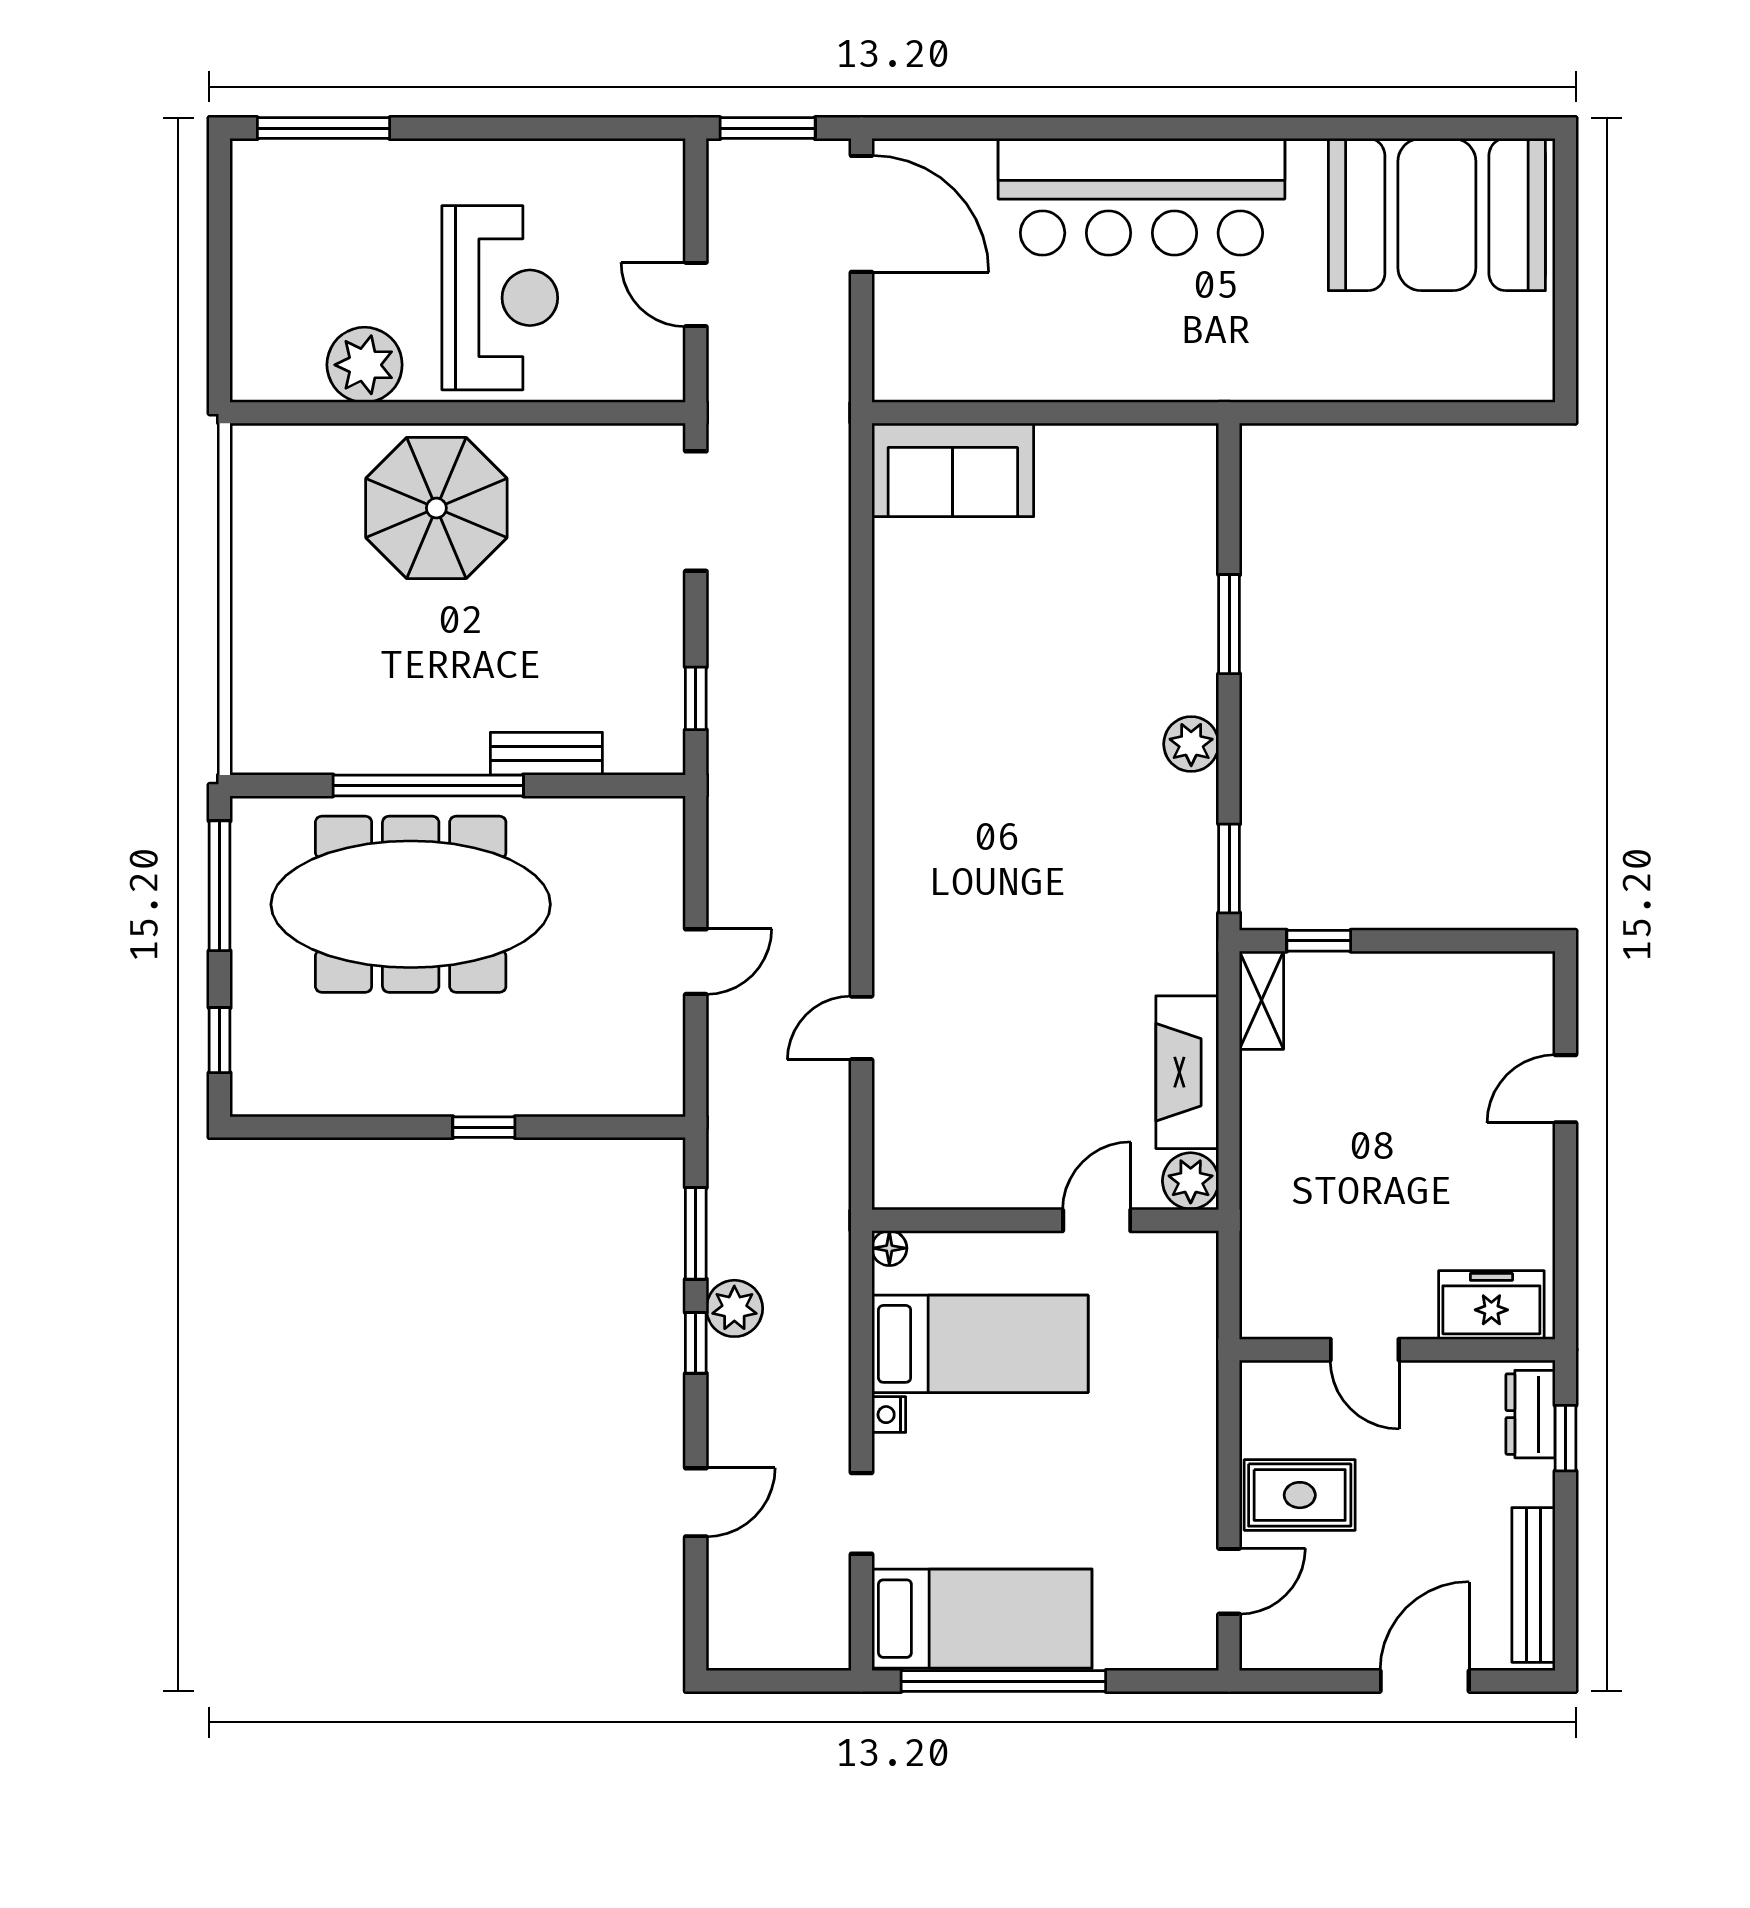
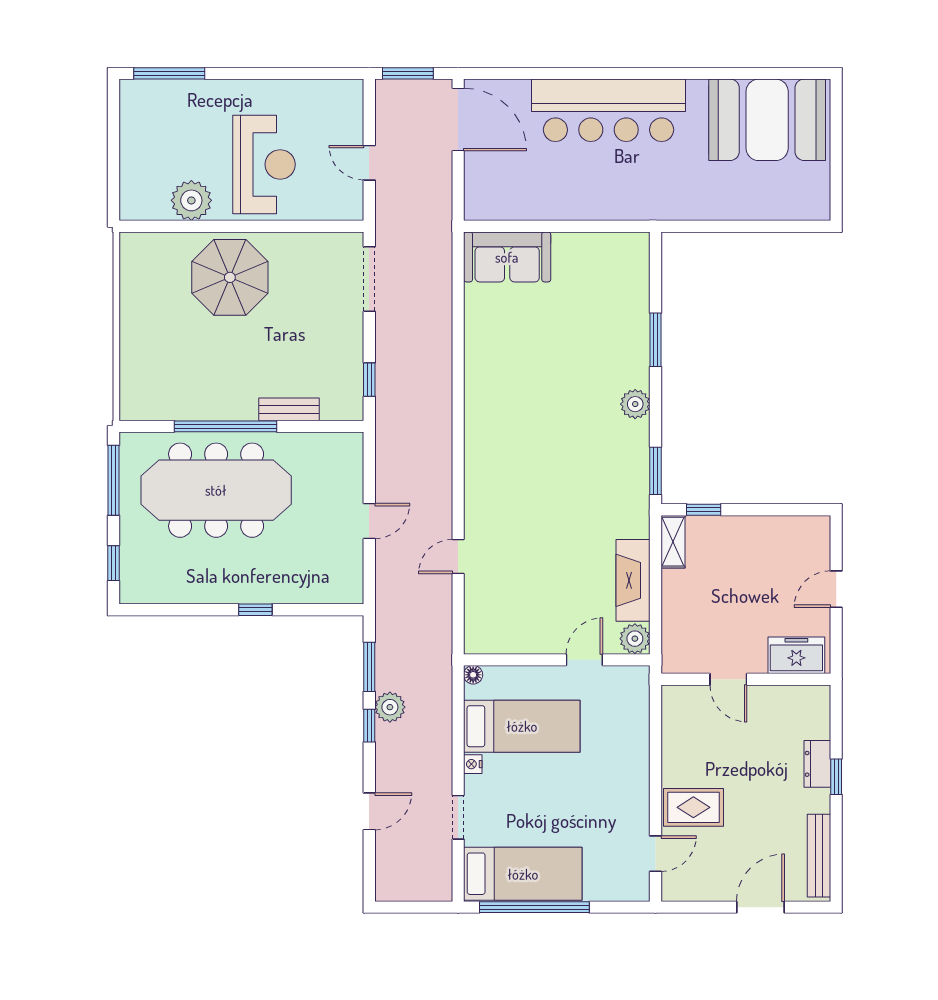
freezer: (1491, 1305) -> (796, 655), moved
door: (1365, 1350) -> (728, 679), moved
wall: (1397, 1350) -> (746, 679), moved

